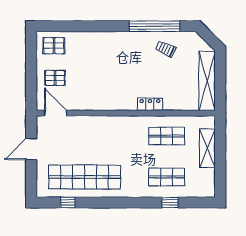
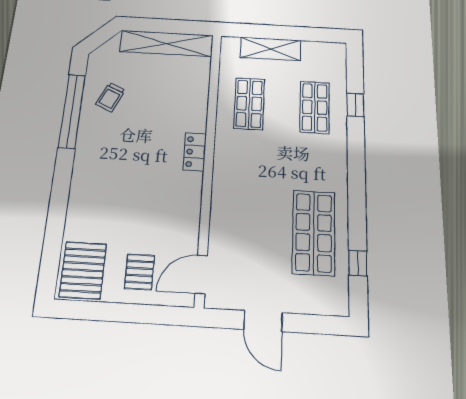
pallet: (54, 46) -> (83, 270), width x1.50, depth x1.42
locker: (150, 104) -> (195, 152), moved
shop shelf: (85, 177) -> (314, 232), width x0.71

